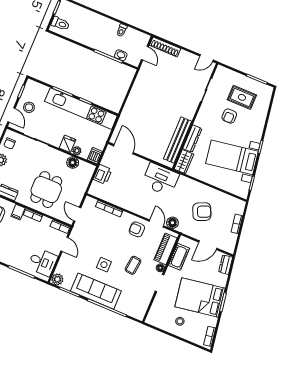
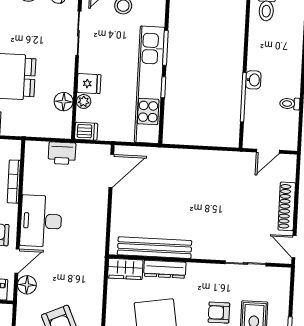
shoe rack: (165, 47) -> (287, 206), moved
washbasin: (121, 55) -> (253, 80), moved
desk: (160, 179) -> (41, 221), moved, turned 180

